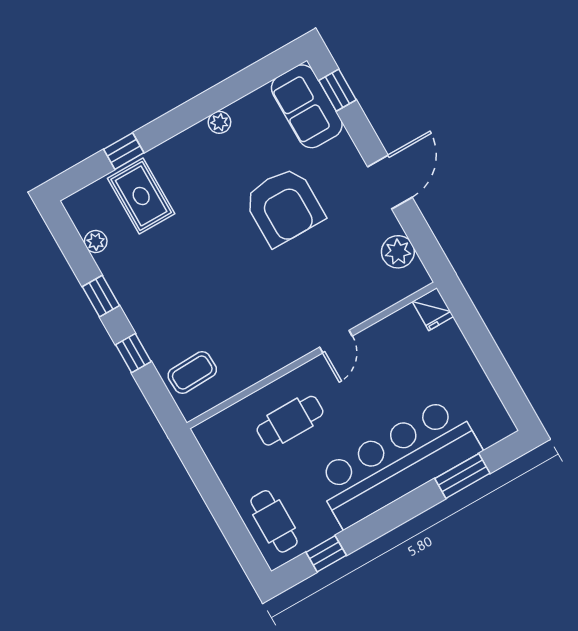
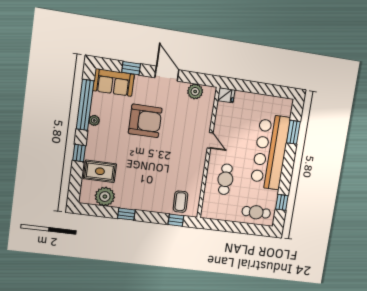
window: (234, 88) -> (85, 105), added
window: (337, 90) -> (131, 68), moved
window: (124, 151) -> (79, 153), moved
plant: (96, 242) -> (105, 197), width x1.87, depth x1.87
window: (133, 353) -> (176, 220), moved

